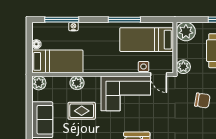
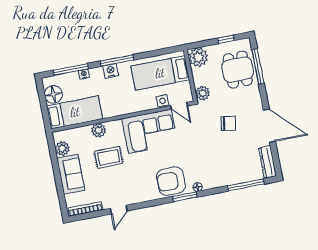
window: (124, 20) -> (117, 60), moved
nightstand: (100, 28) -> (111, 71), added
floor lamp: (36, 44) -> (53, 94), width x1.89, depth x1.89
plant: (39, 83) -> (62, 149), moved

